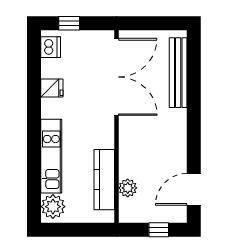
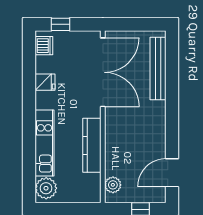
kitchen counter: (104, 180) -> (92, 145), moved
plant: (128, 188) -> (113, 185), moved

